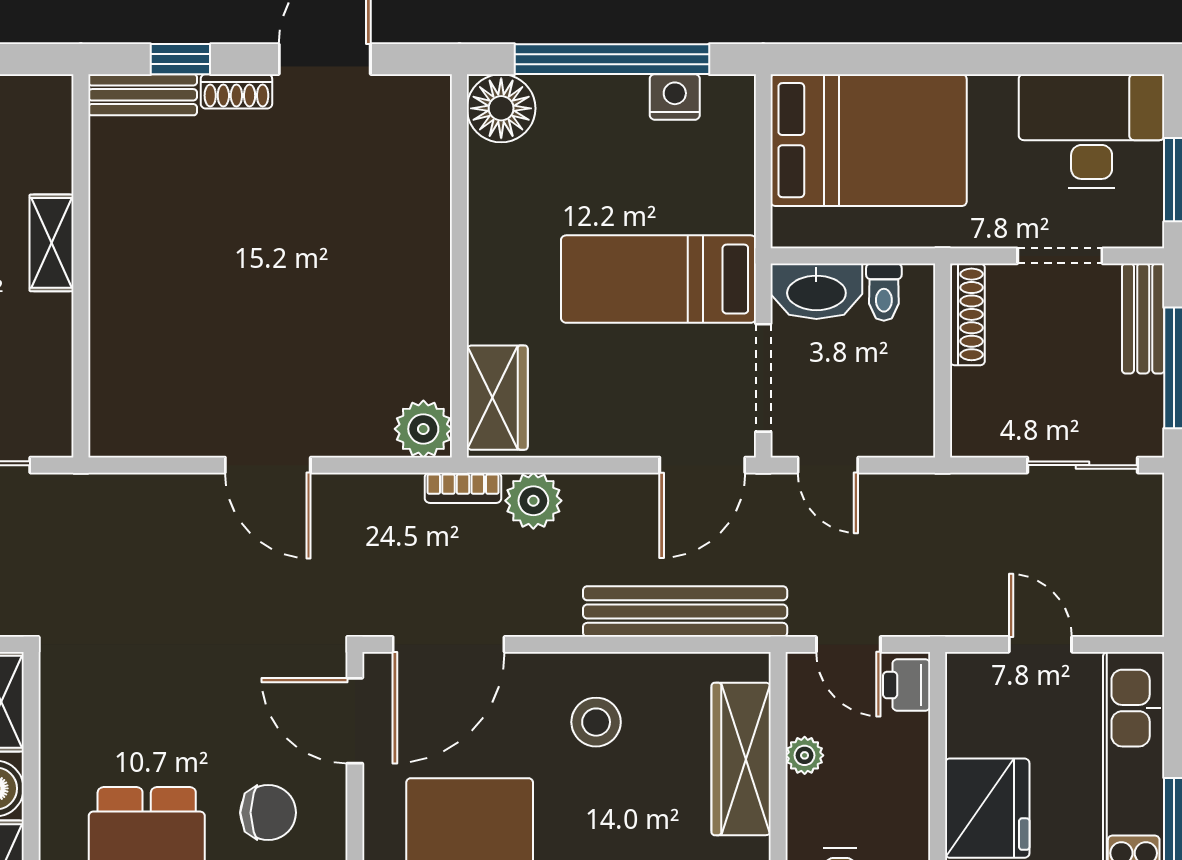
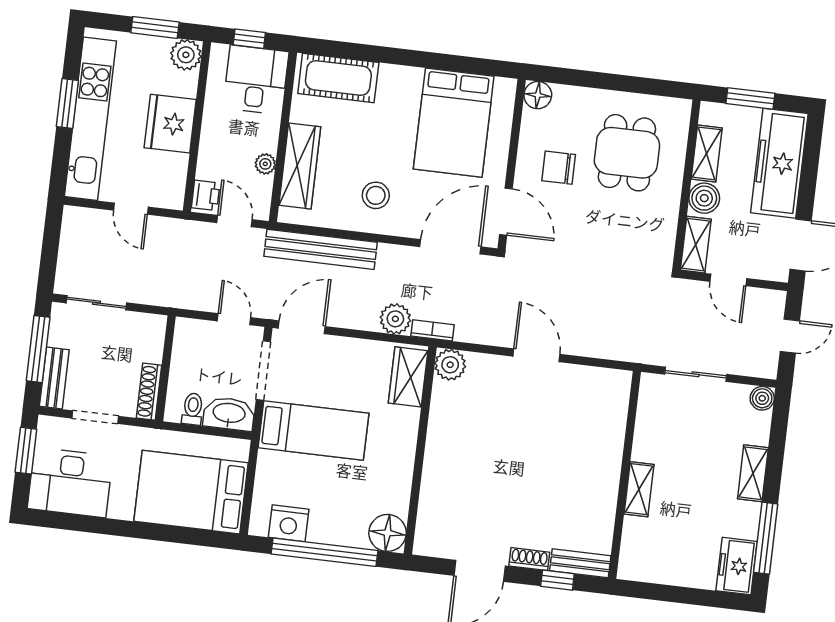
nightstand: (675, 97) -> (289, 523), width x1.36, depth x1.33

